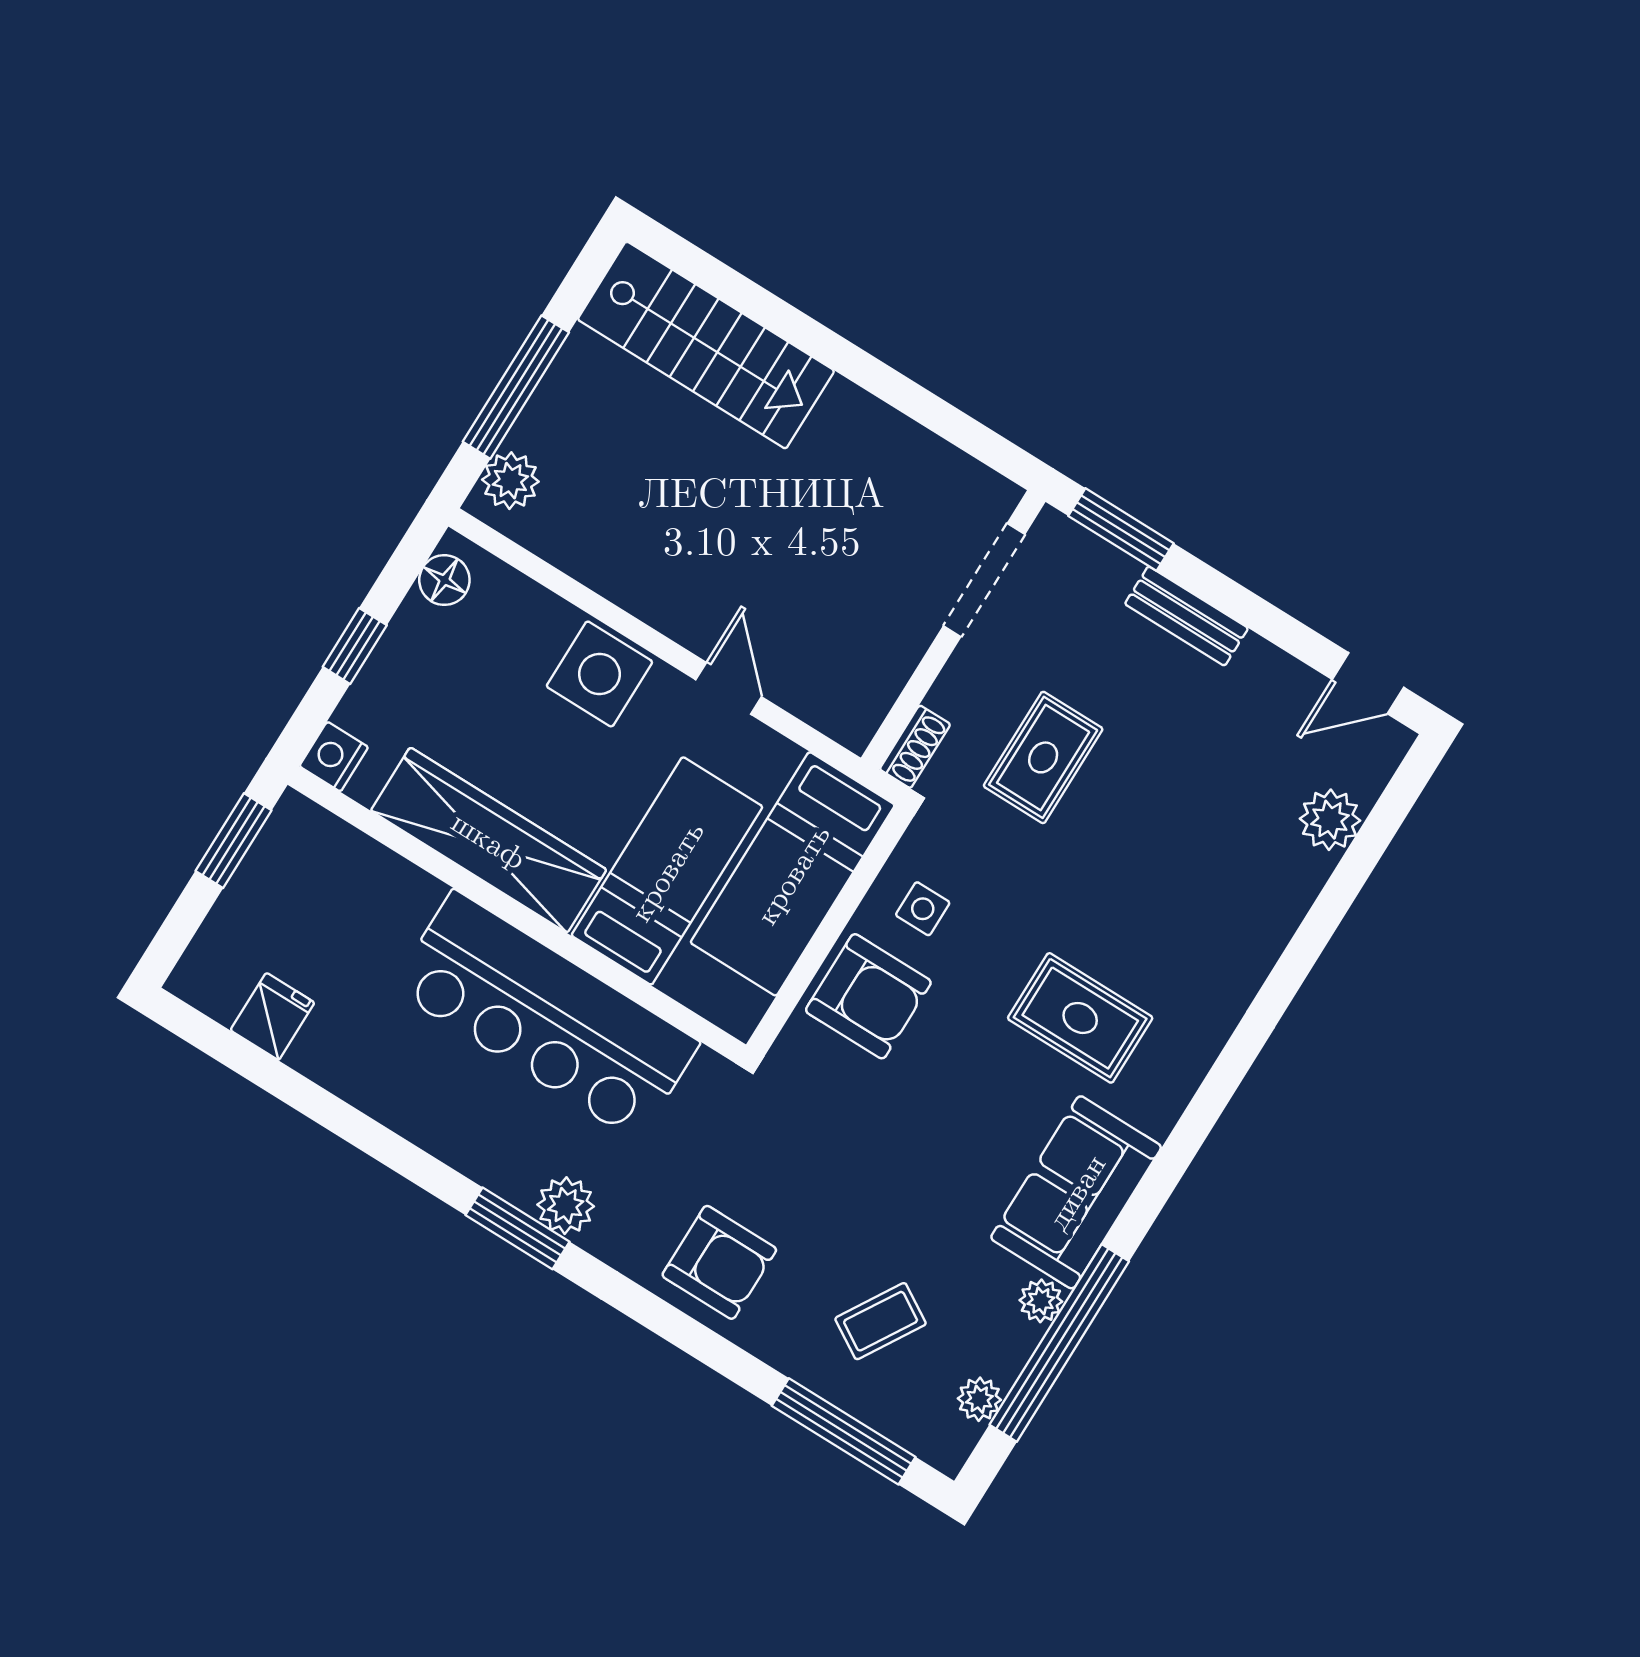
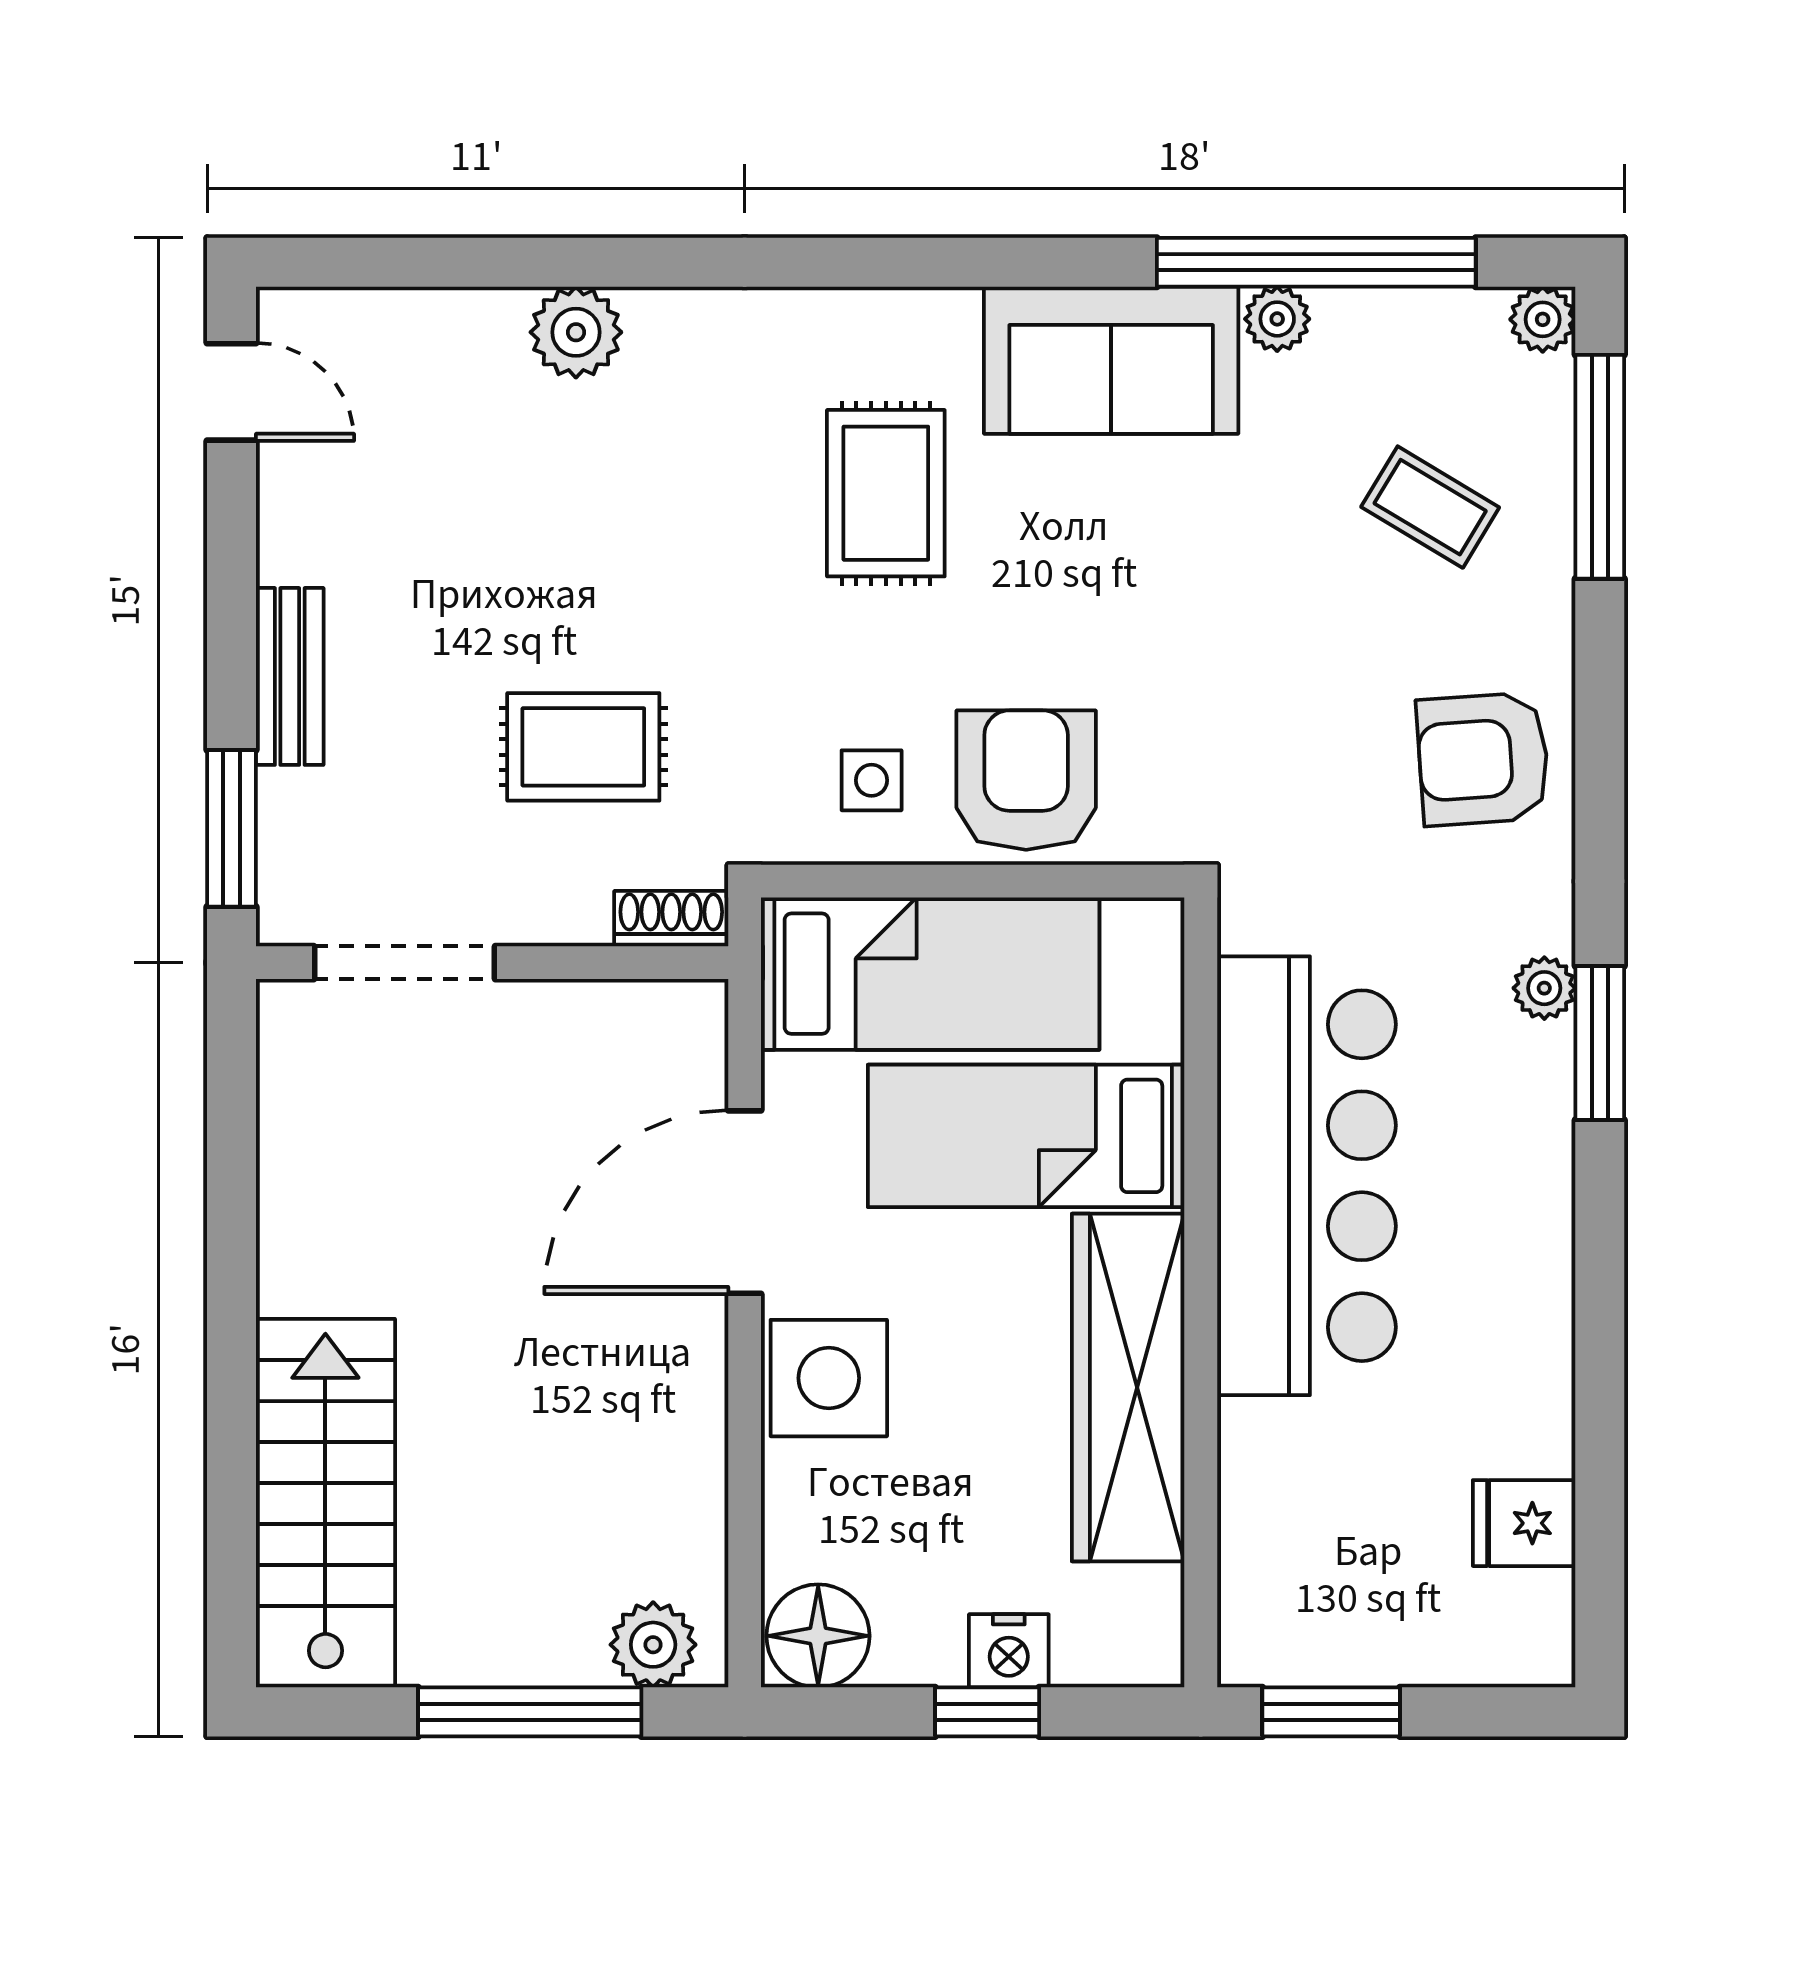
floor lamp: (444, 580) -> (818, 1636), width x1.38, depth x1.38
door: (729, 688) -> (745, 1202), width x1.87
nightstand: (334, 757) -> (1009, 1651), moved
plant: (1330, 820) -> (576, 332), moved
plant: (566, 1206) -> (1544, 988), width x0.73, depth x0.73
armchair: (719, 1262) -> (1483, 759), turned -94
plant: (979, 1399) -> (1543, 319), moved

